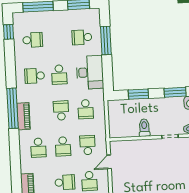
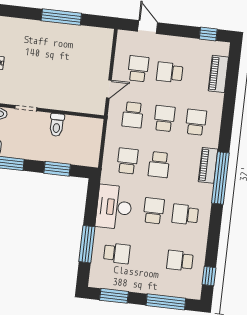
school desk: (35, 76) -> (185, 214), turned 180

